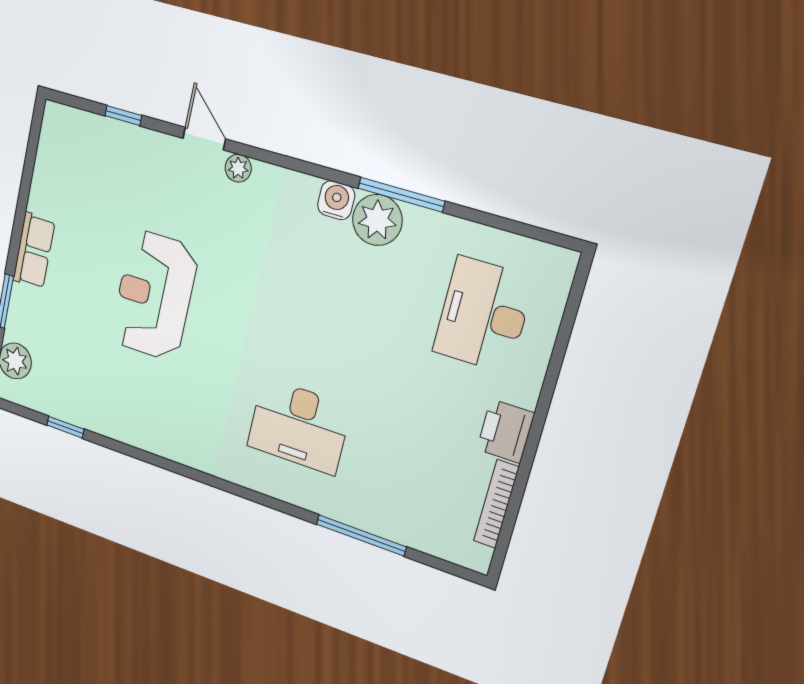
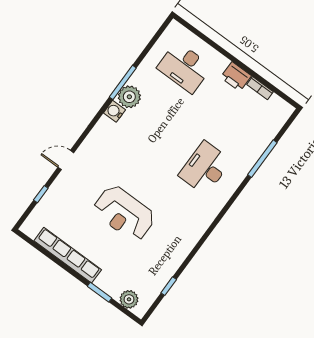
plant: (238, 168) -> (84, 150), removed
row of seats: (34, 251) -> (68, 255), width x2.02
desk: (299, 426) -> (205, 168), turned 180
bookcase: (496, 504) -> (260, 88), width x0.64

